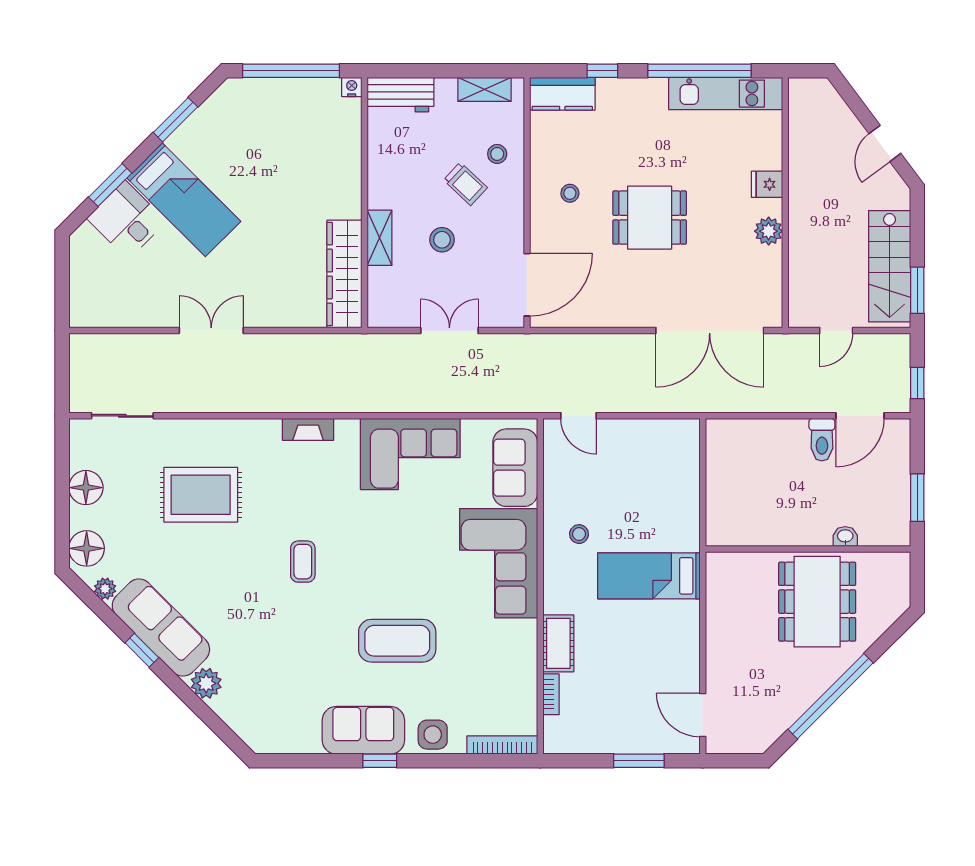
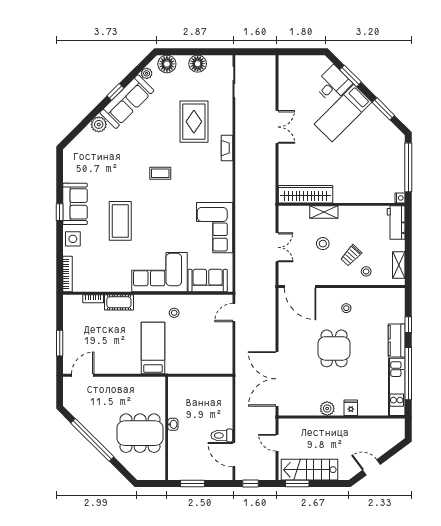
kitchen counter: (562, 94) -> (397, 340), moved
fireplace: (308, 429) -> (227, 148), moved
washbasin: (845, 536) -> (173, 424), moved

